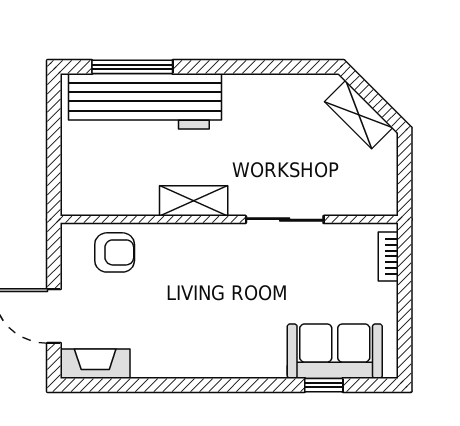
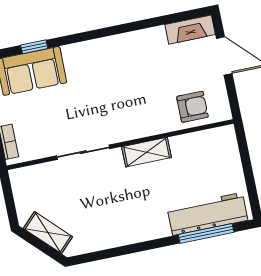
workbench: (145, 101) -> (207, 214), width x0.73, depth x0.76
armchair: (115, 252) -> (192, 107), turned 180

